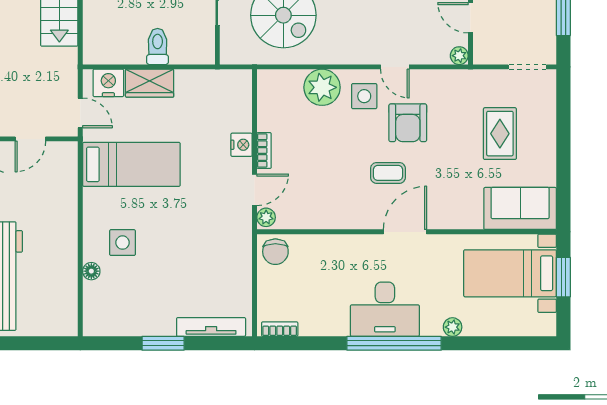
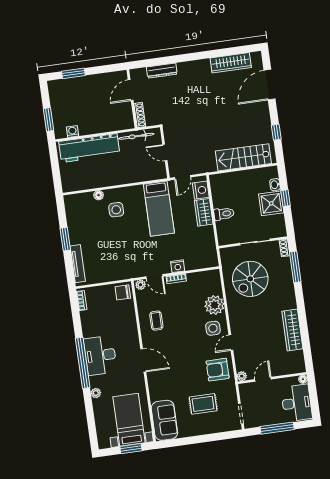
armchair: (408, 123) -> (218, 370), moved
coffee table: (388, 173) -> (156, 321), moved

